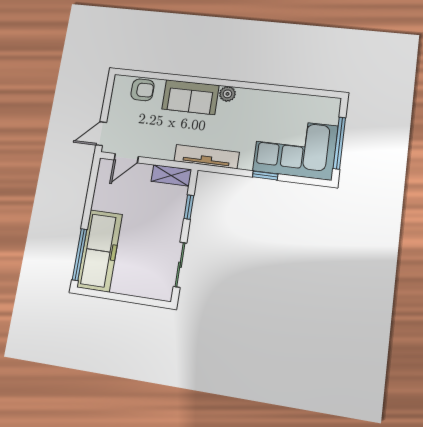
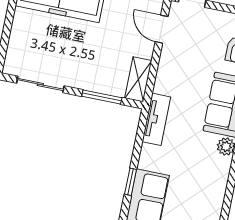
tv unit: (207, 157) -> (156, 119), width x0.71
window: (189, 207) -> (102, 97), width x1.50

